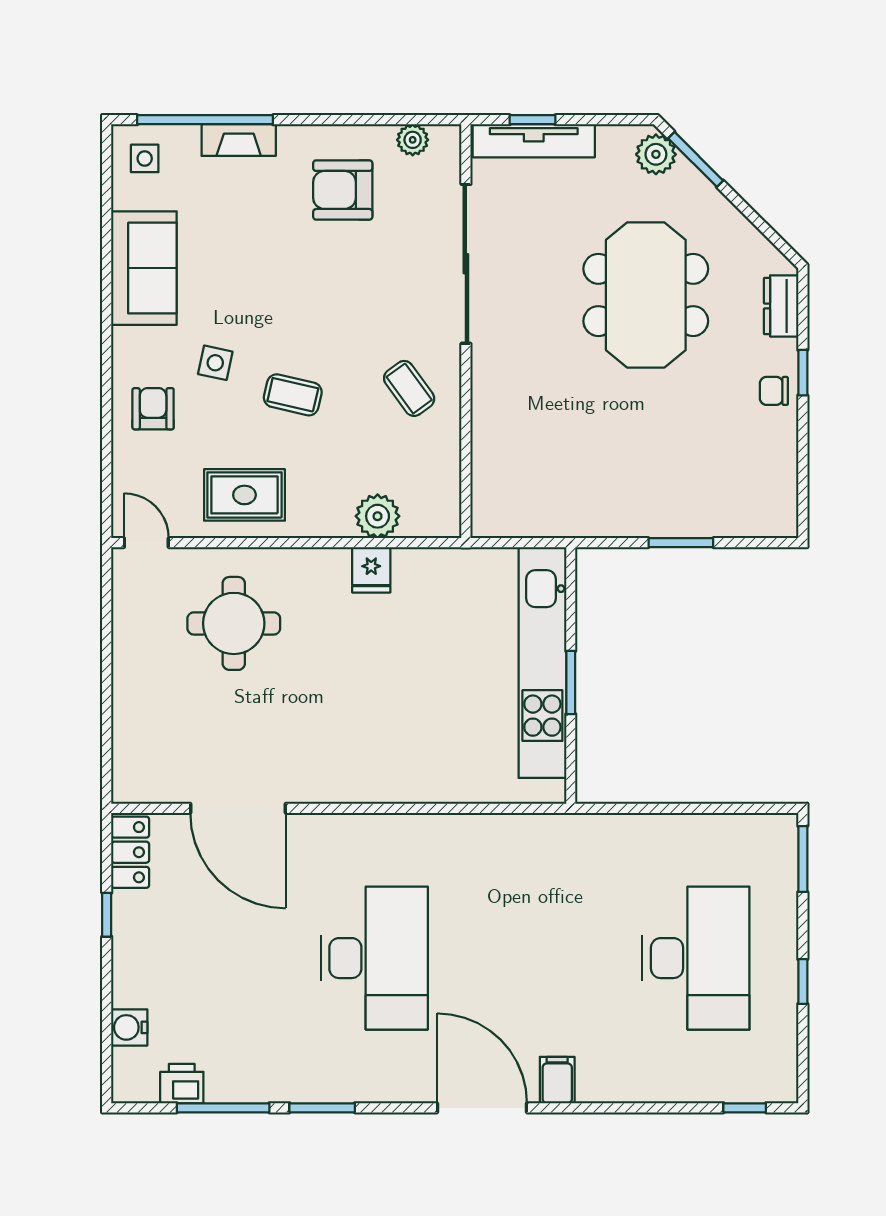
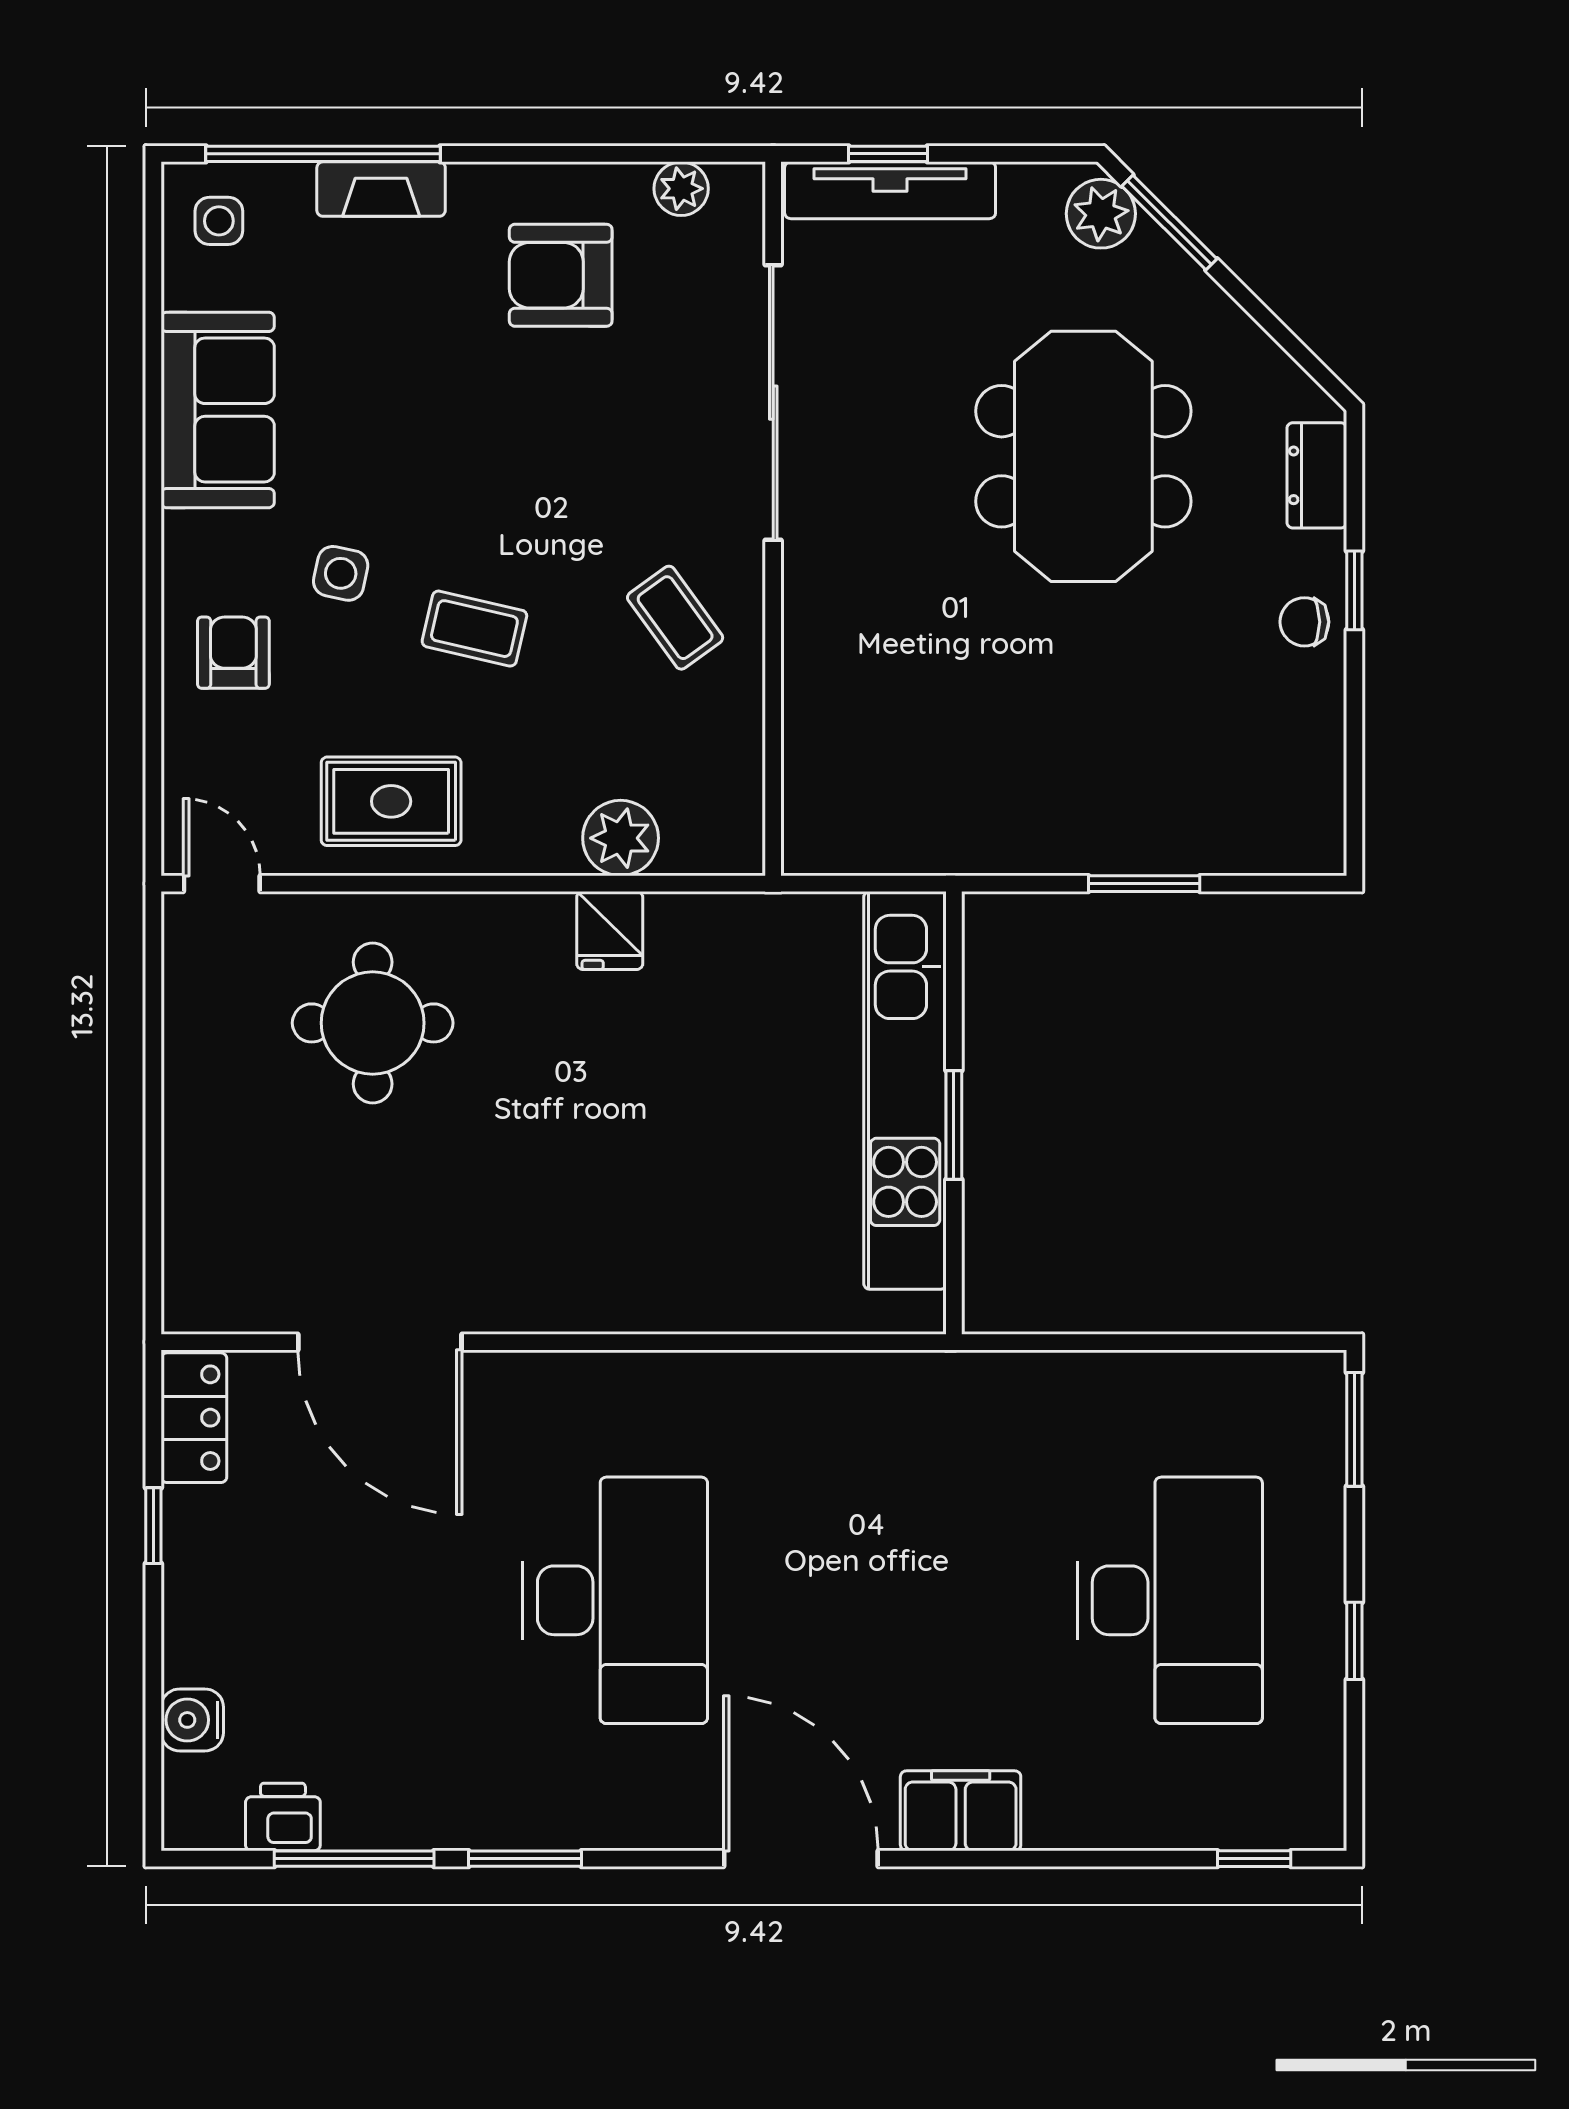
filing cabinet: (557, 1080) -> (961, 1811), width x2.00

